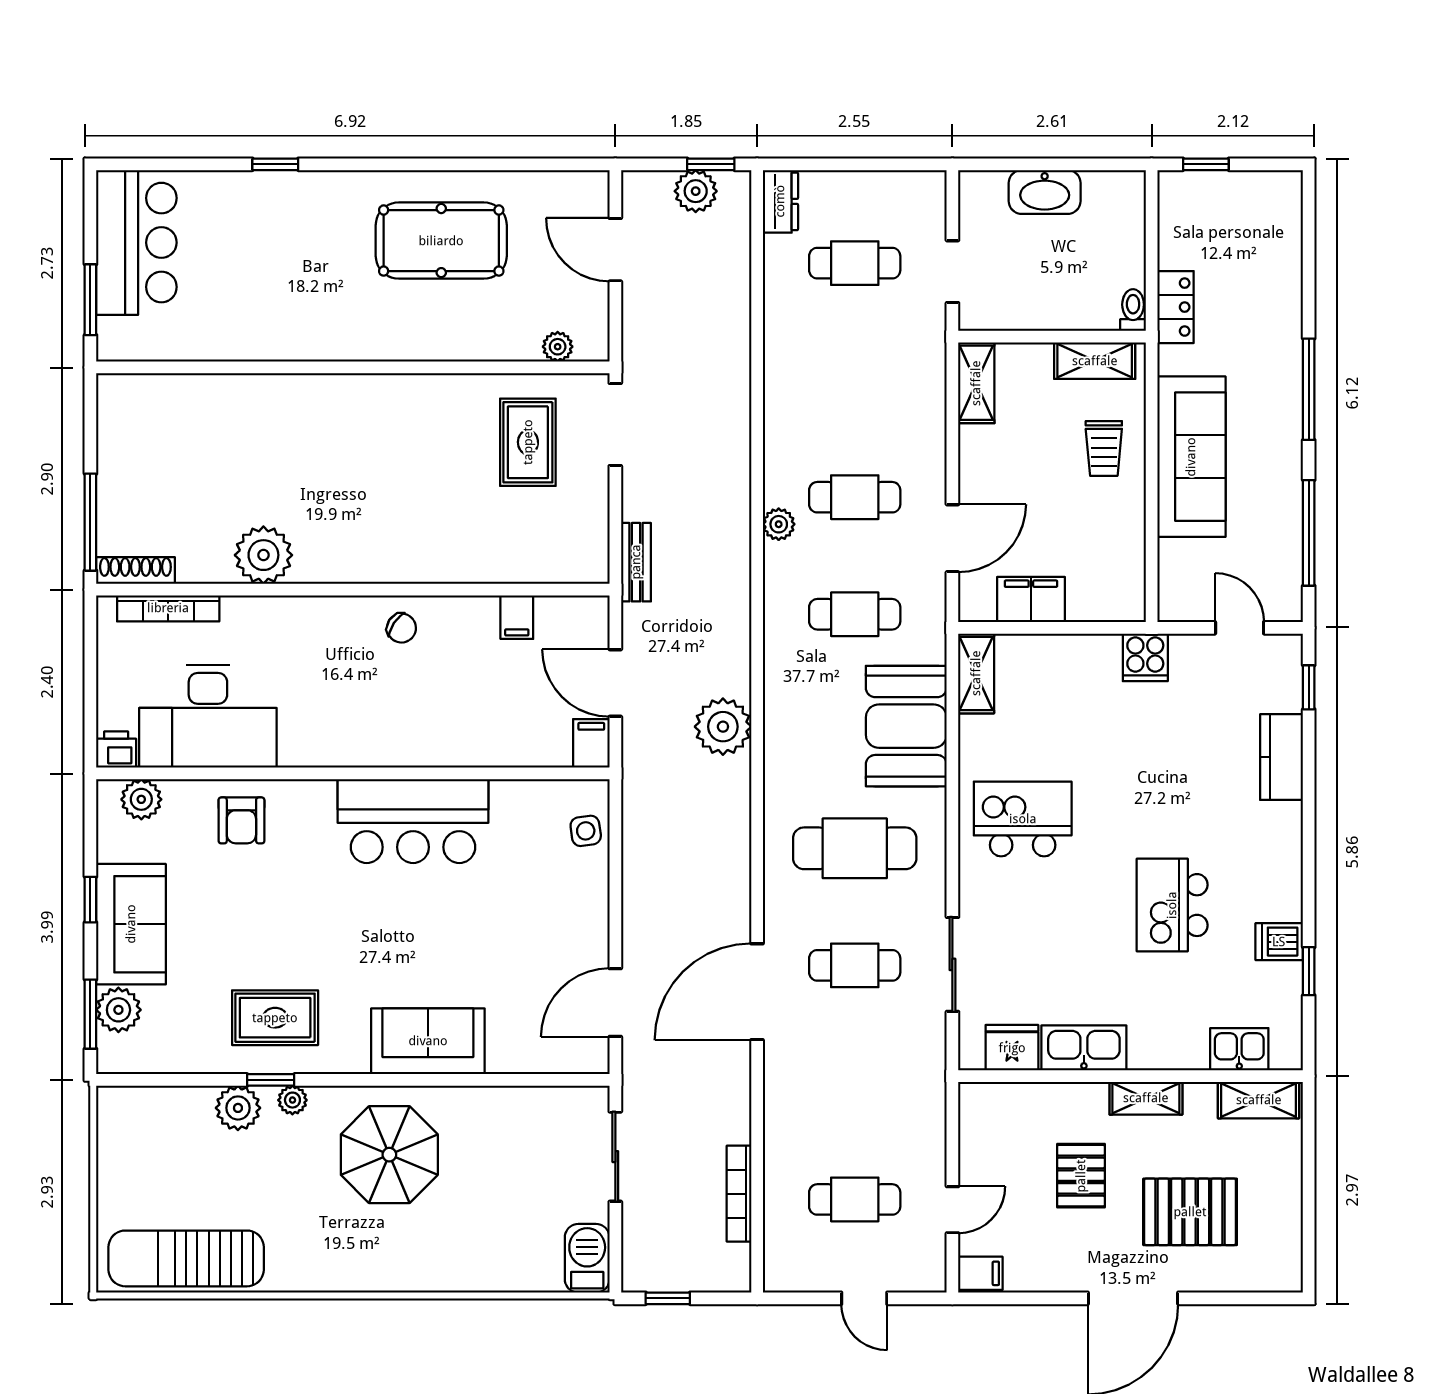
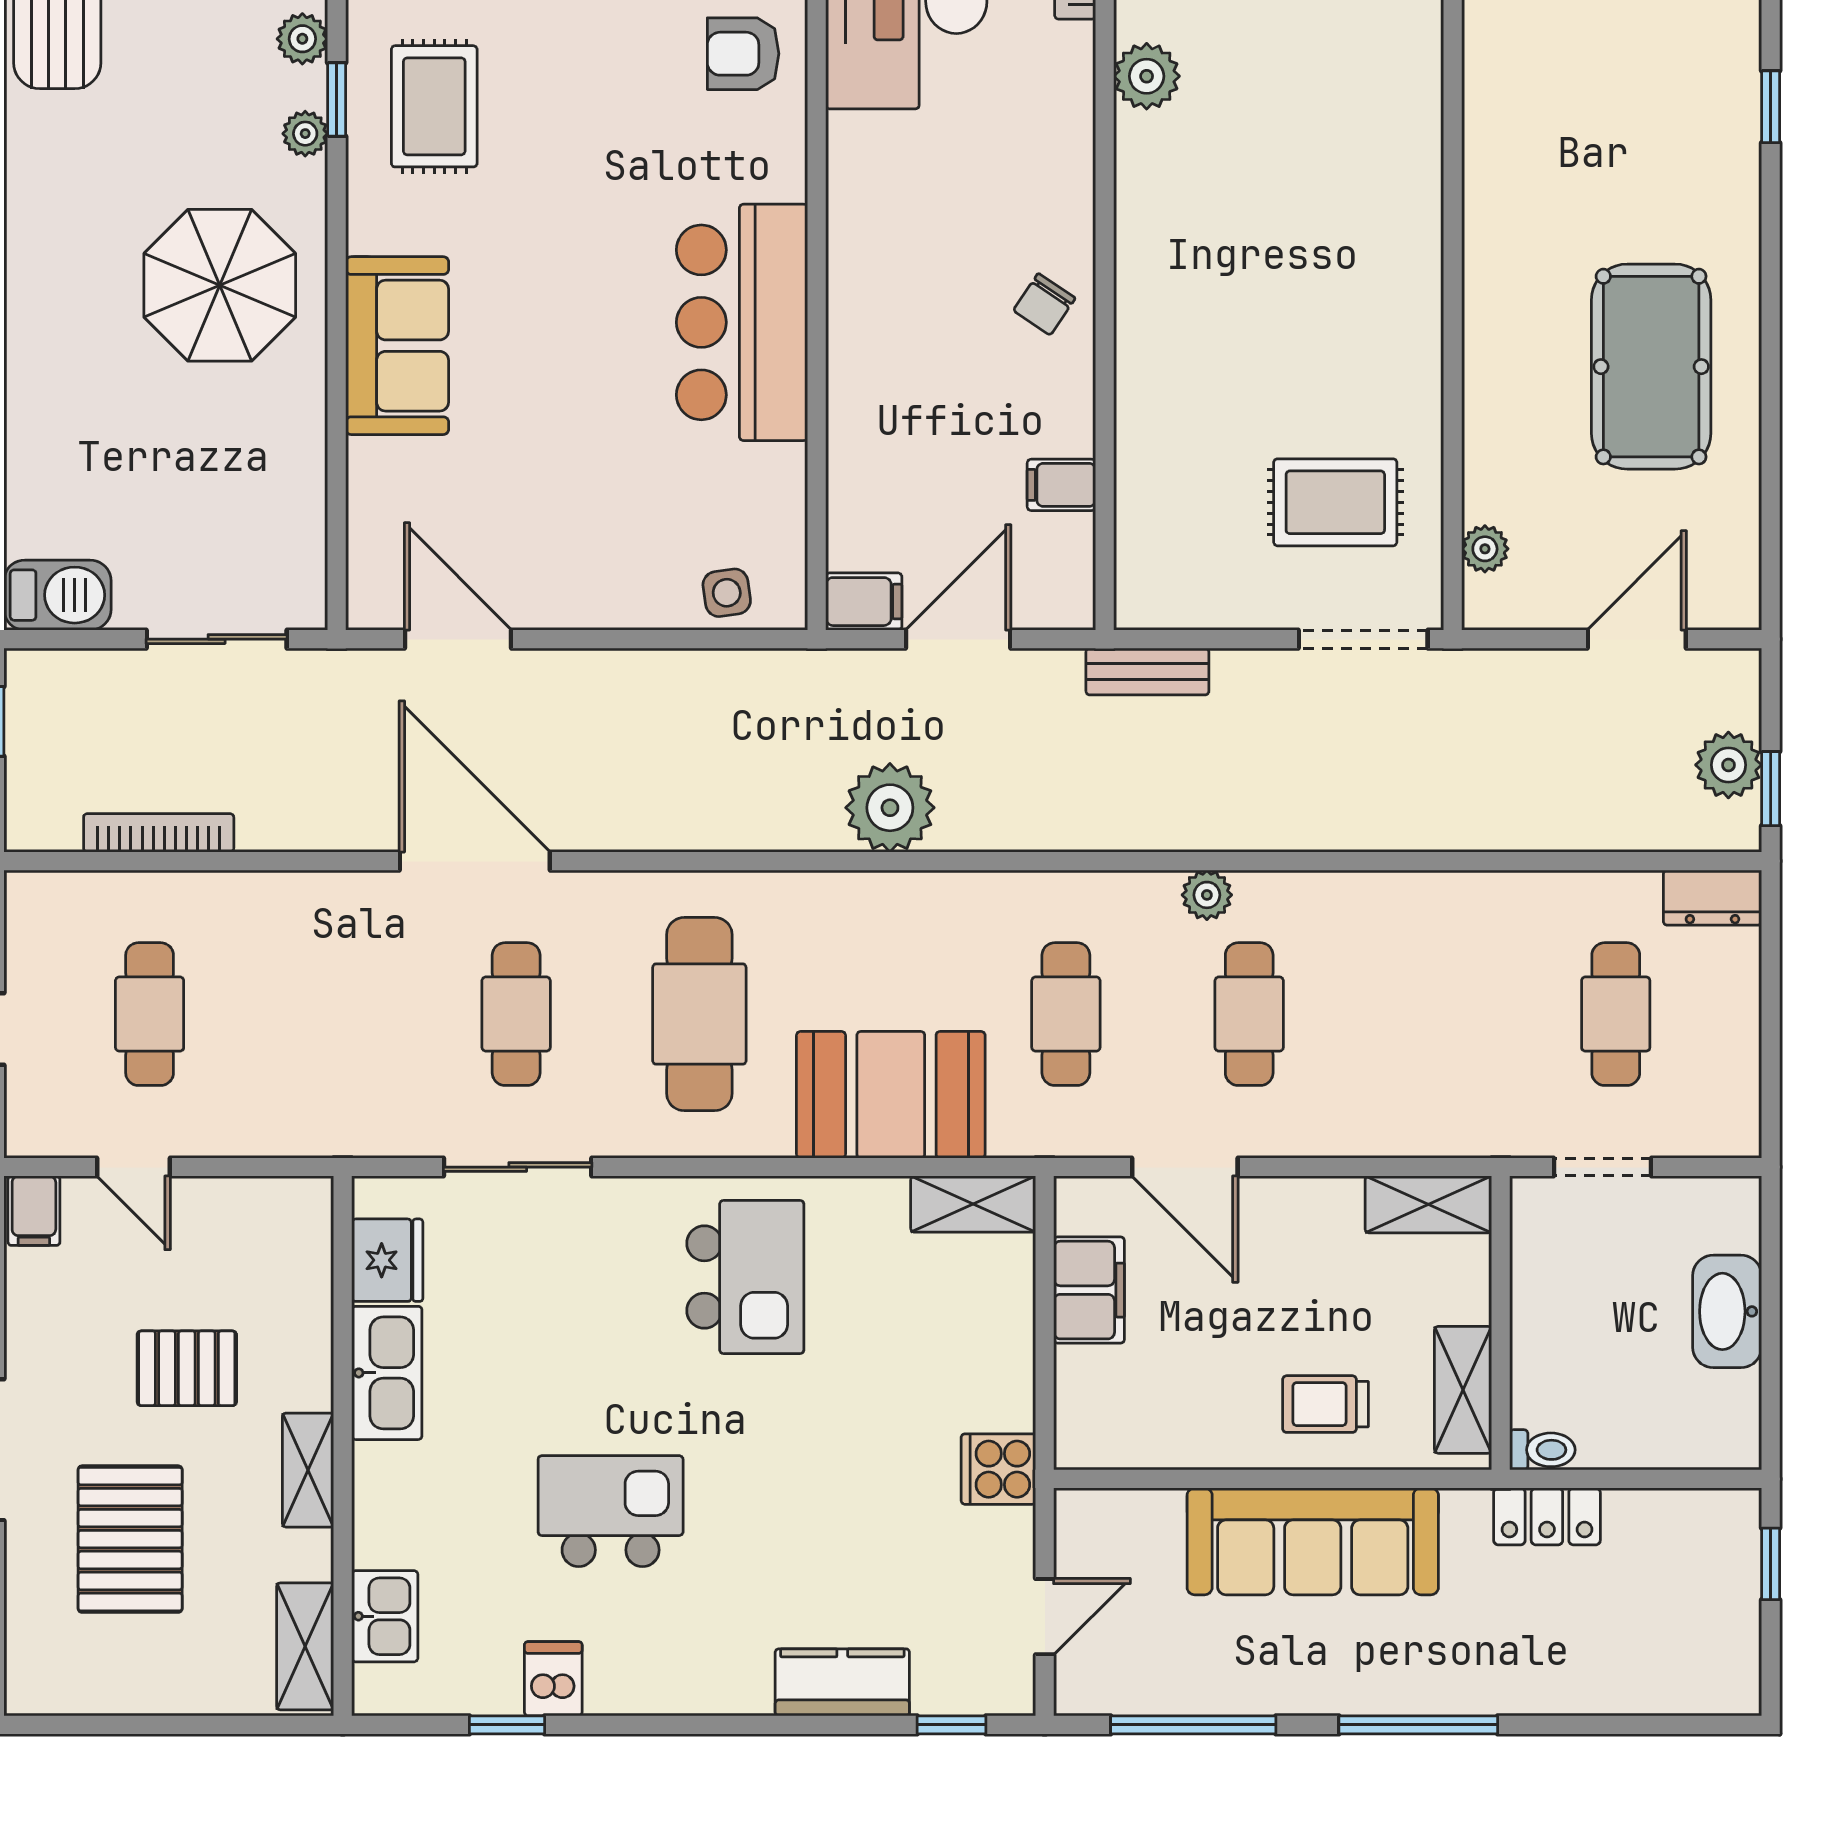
plant: (263, 555) -> (1147, 76), width x0.73, depth x0.73
plant: (238, 1108) -> (302, 39), width x0.73, depth x0.73

